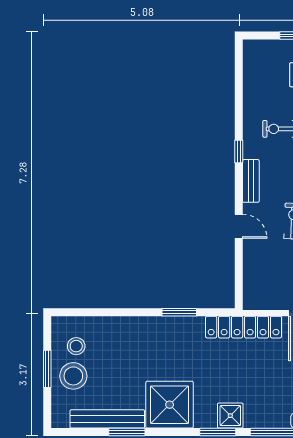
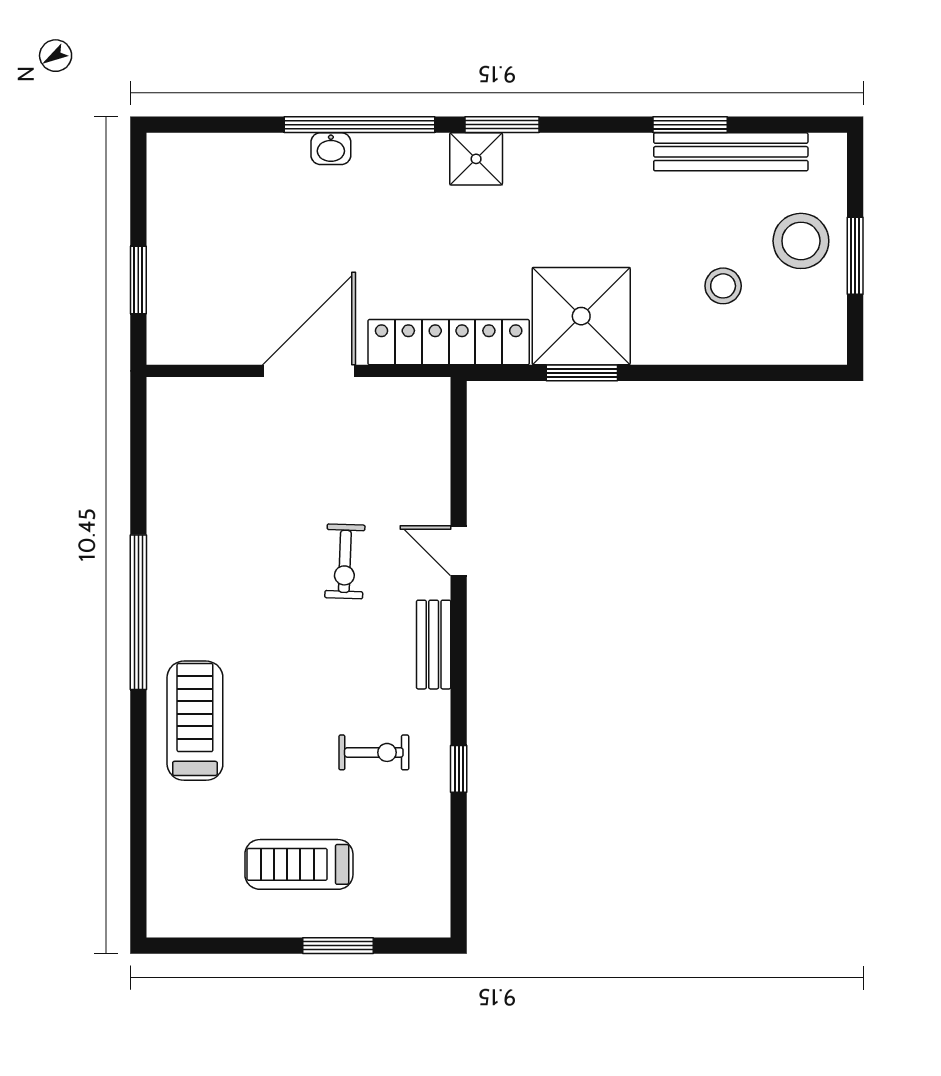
window: (239, 152) -> (459, 769), moved
stool: (76, 346) -> (723, 286), moved
shower: (170, 405) -> (581, 316), moved

